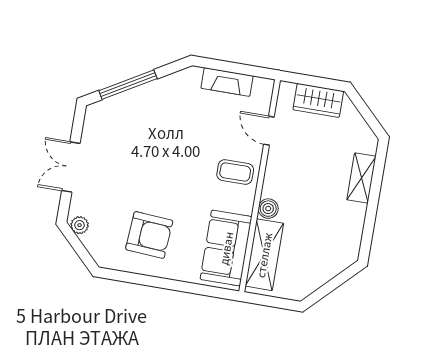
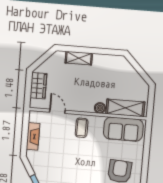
door: (269, 131) -> (57, 111), swing flipped

